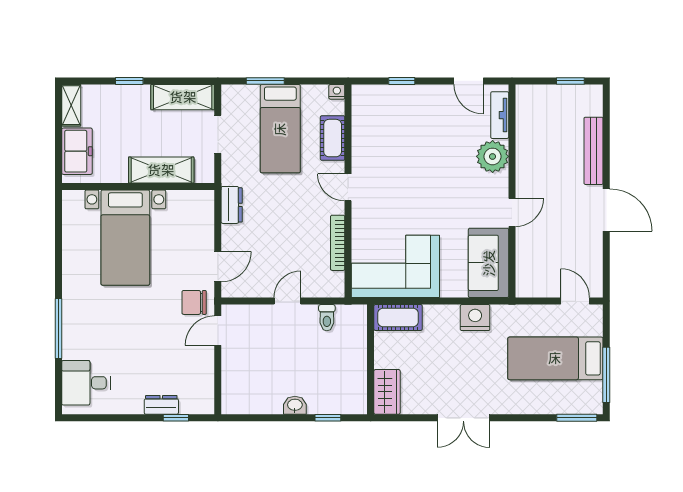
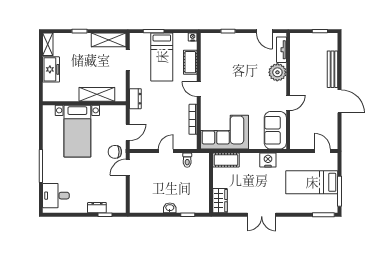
shelving: (161, 170) -> (97, 94), moved
wall: (138, 186) -> (84, 103), moved
bed with nightstands: (125, 238) -> (77, 131), moved

